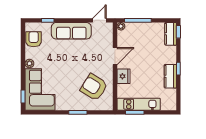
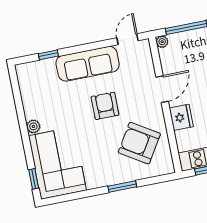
armchair: (34, 39) -> (105, 106), moved

